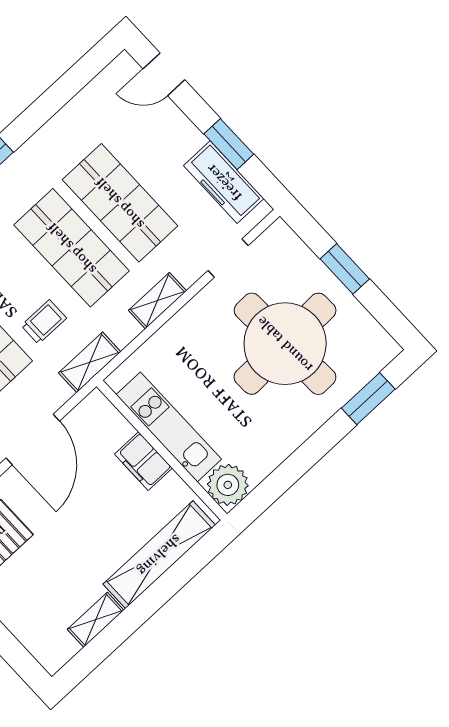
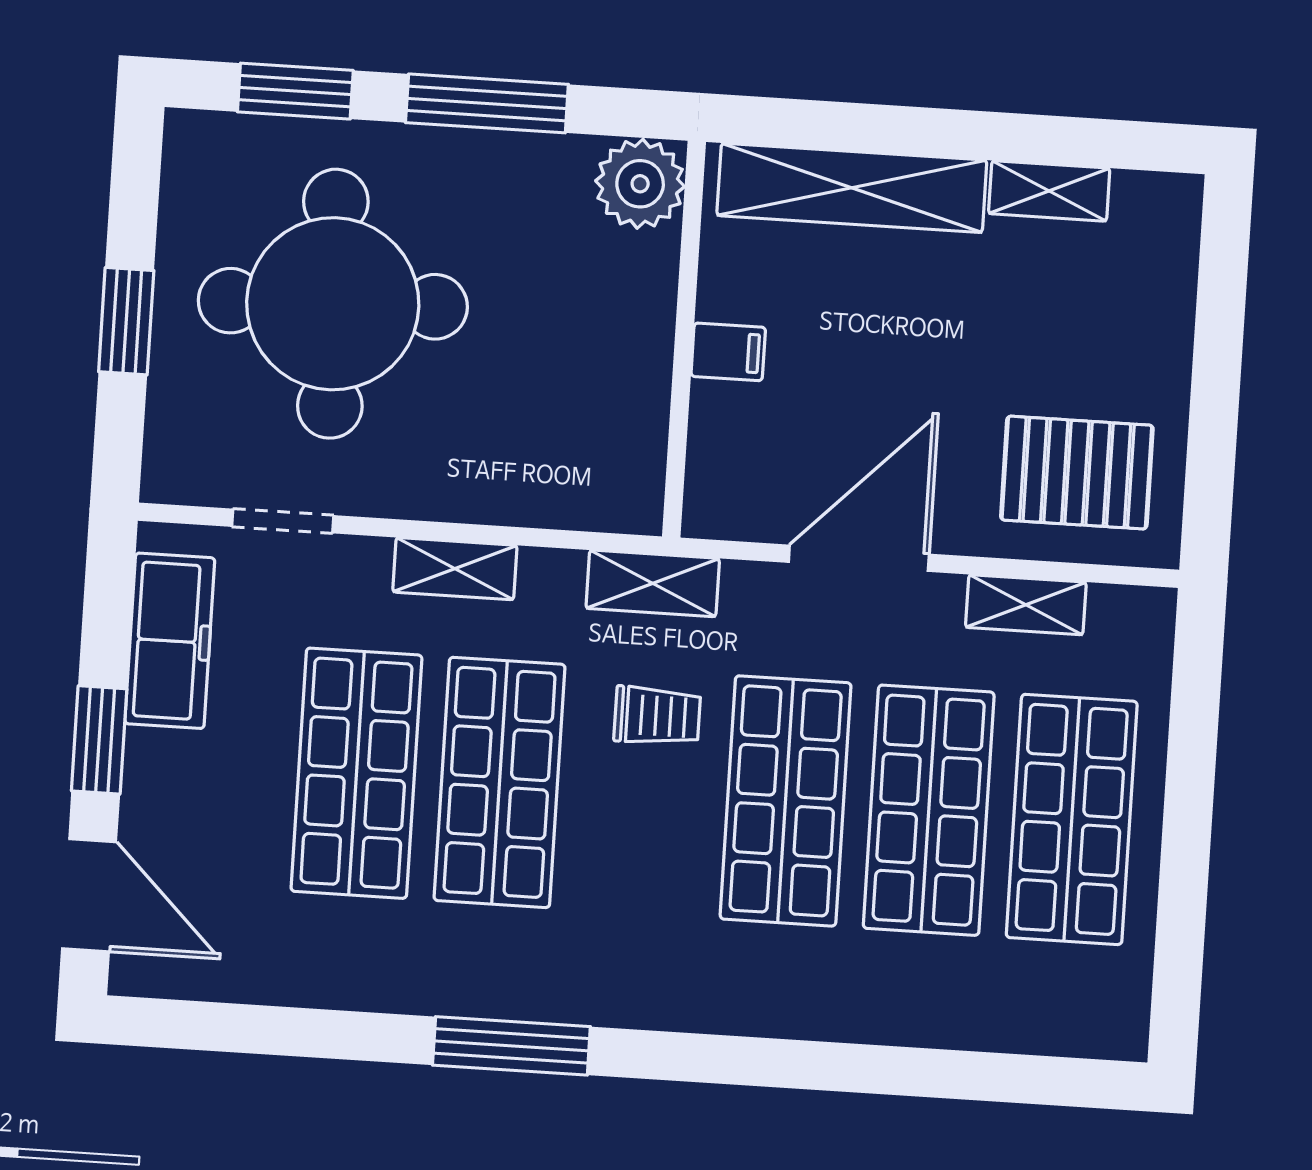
door: (164, 74) -> (89, 895), width x1.38
window: (229, 144) -> (99, 740), moved
trolley: (44, 322) -> (657, 716), turned 180
kitchen unit: (169, 427) -> (637, 363), removed
window: (303, 459) -> (487, 103), added
filing cabinet: (143, 461) -> (728, 352), width x0.50

